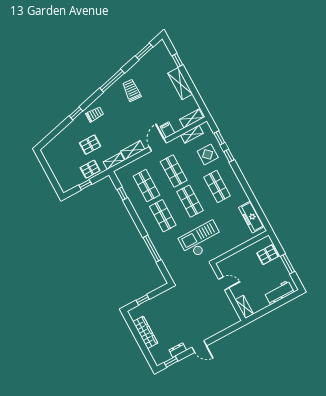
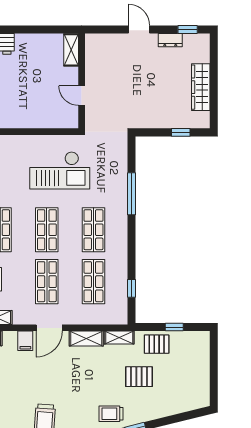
door: (224, 284) -> (82, 96), moved
wall: (228, 292) -> (82, 81), moved
shelving: (244, 307) -> (71, 50), moved

